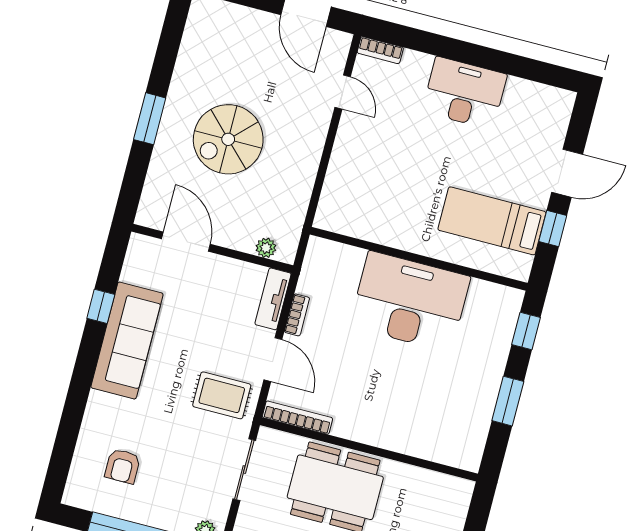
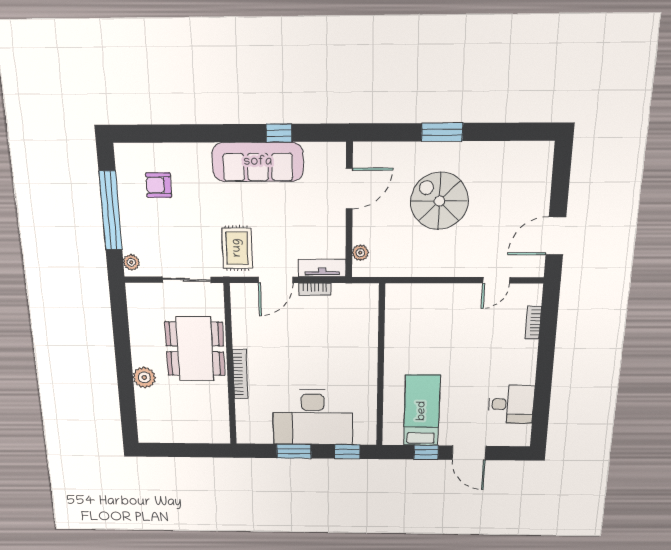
bookcase: (380, 50) -> (533, 323), moved
desk: (464, 93) -> (511, 404), moved, width x0.73
desk: (410, 301) -> (313, 417), moved, turned 90
bookcase: (297, 418) -> (240, 374), moved

